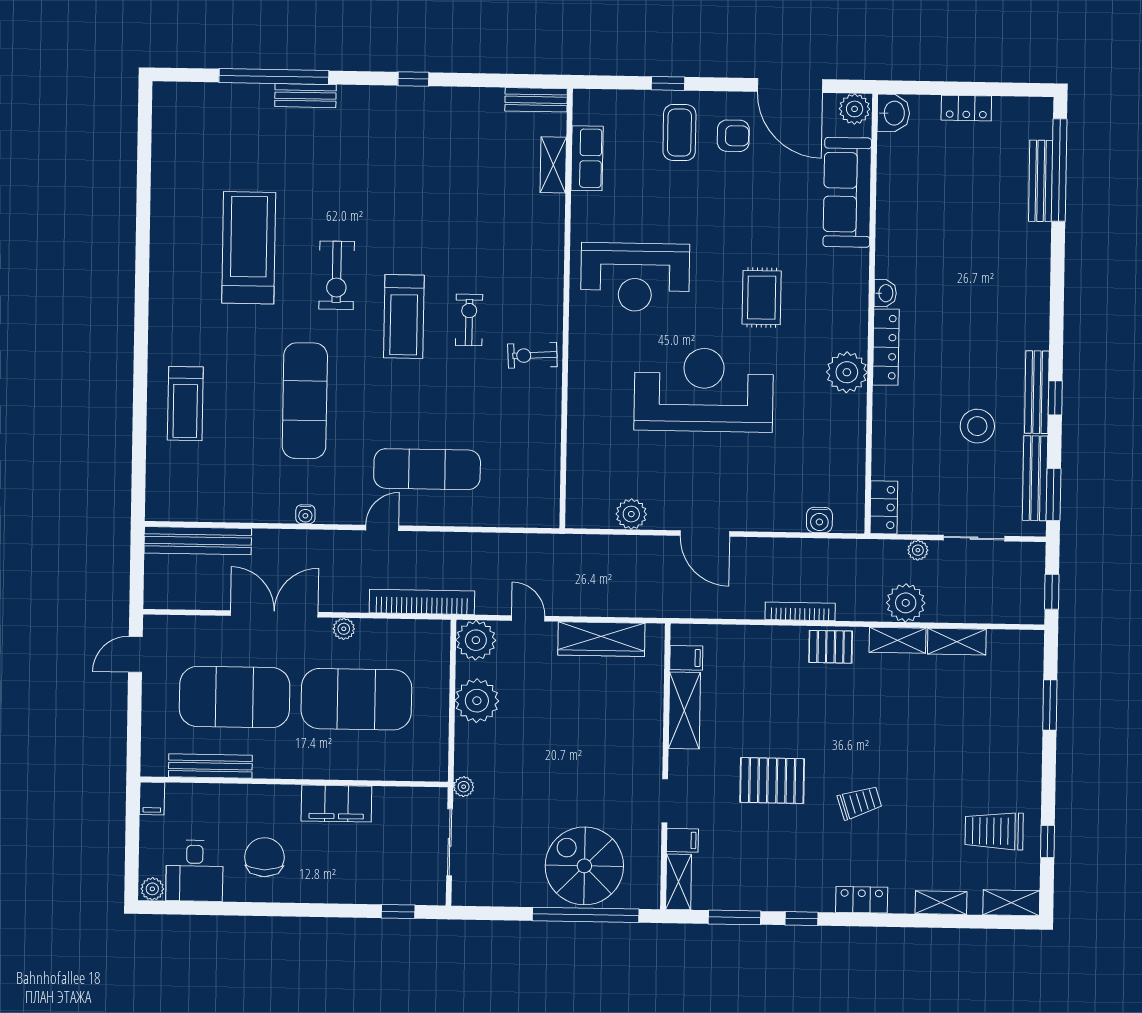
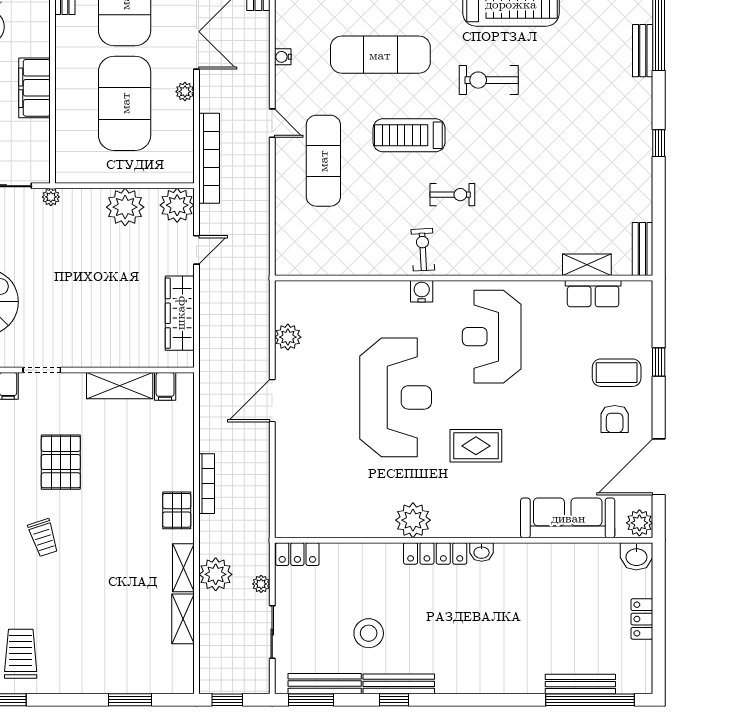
treadmill: (404, 316) -> (409, 135), moved
water cooler: (819, 520) -> (422, 291), moved, turned 90

